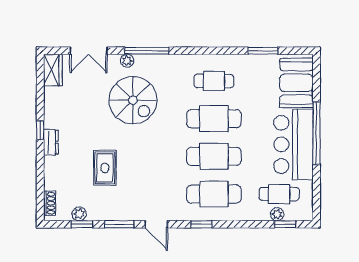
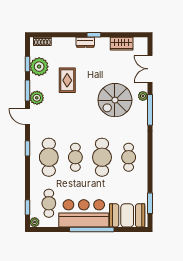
window: (263, 51) -> (150, 203), moved
wardrobe: (53, 70) -> (122, 44), moved
cafe table: (214, 156) -> (75, 157), width x0.73, depth x0.74
rug: (105, 168) -> (67, 80), turned 90
plant: (130, 211) -> (37, 98), added
plant: (79, 214) -> (39, 67), width x1.88, depth x1.88
plant: (277, 214) -> (35, 222), moved
door: (156, 224) -> (27, 117), hinge flipped

